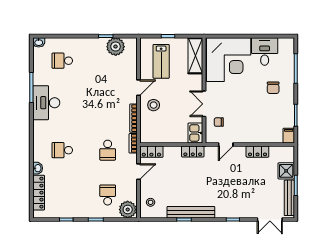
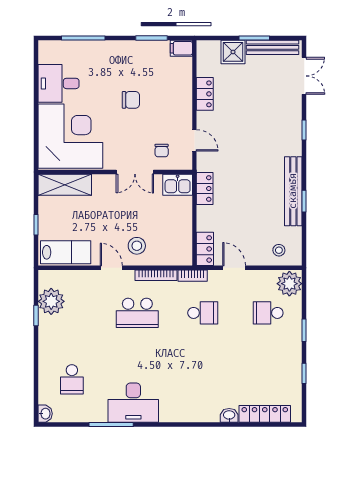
lab bench: (161, 61) -> (66, 252), moved
chair: (273, 88) -> (131, 100), moved
school desk: (62, 150) -> (137, 313), moved, width x1.85

